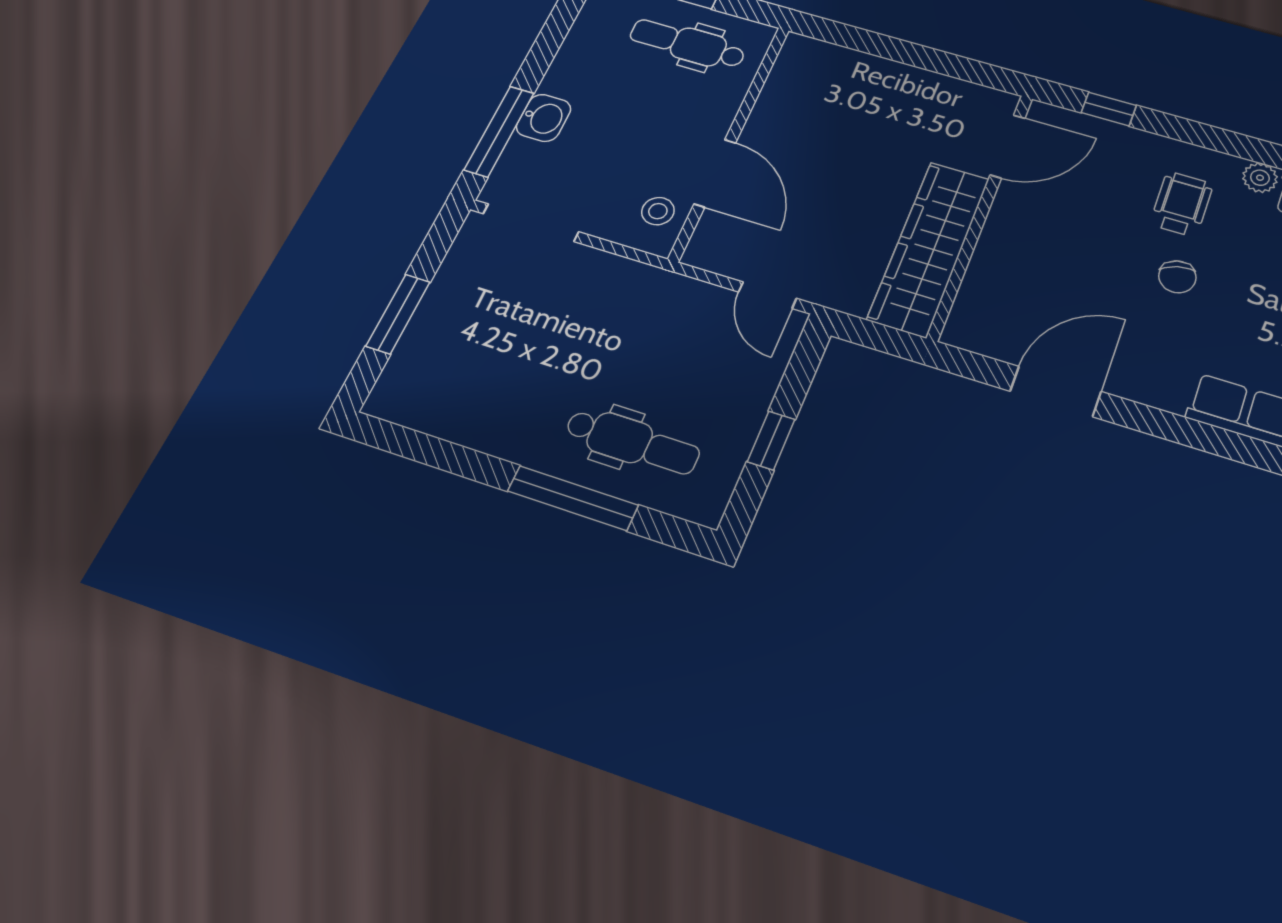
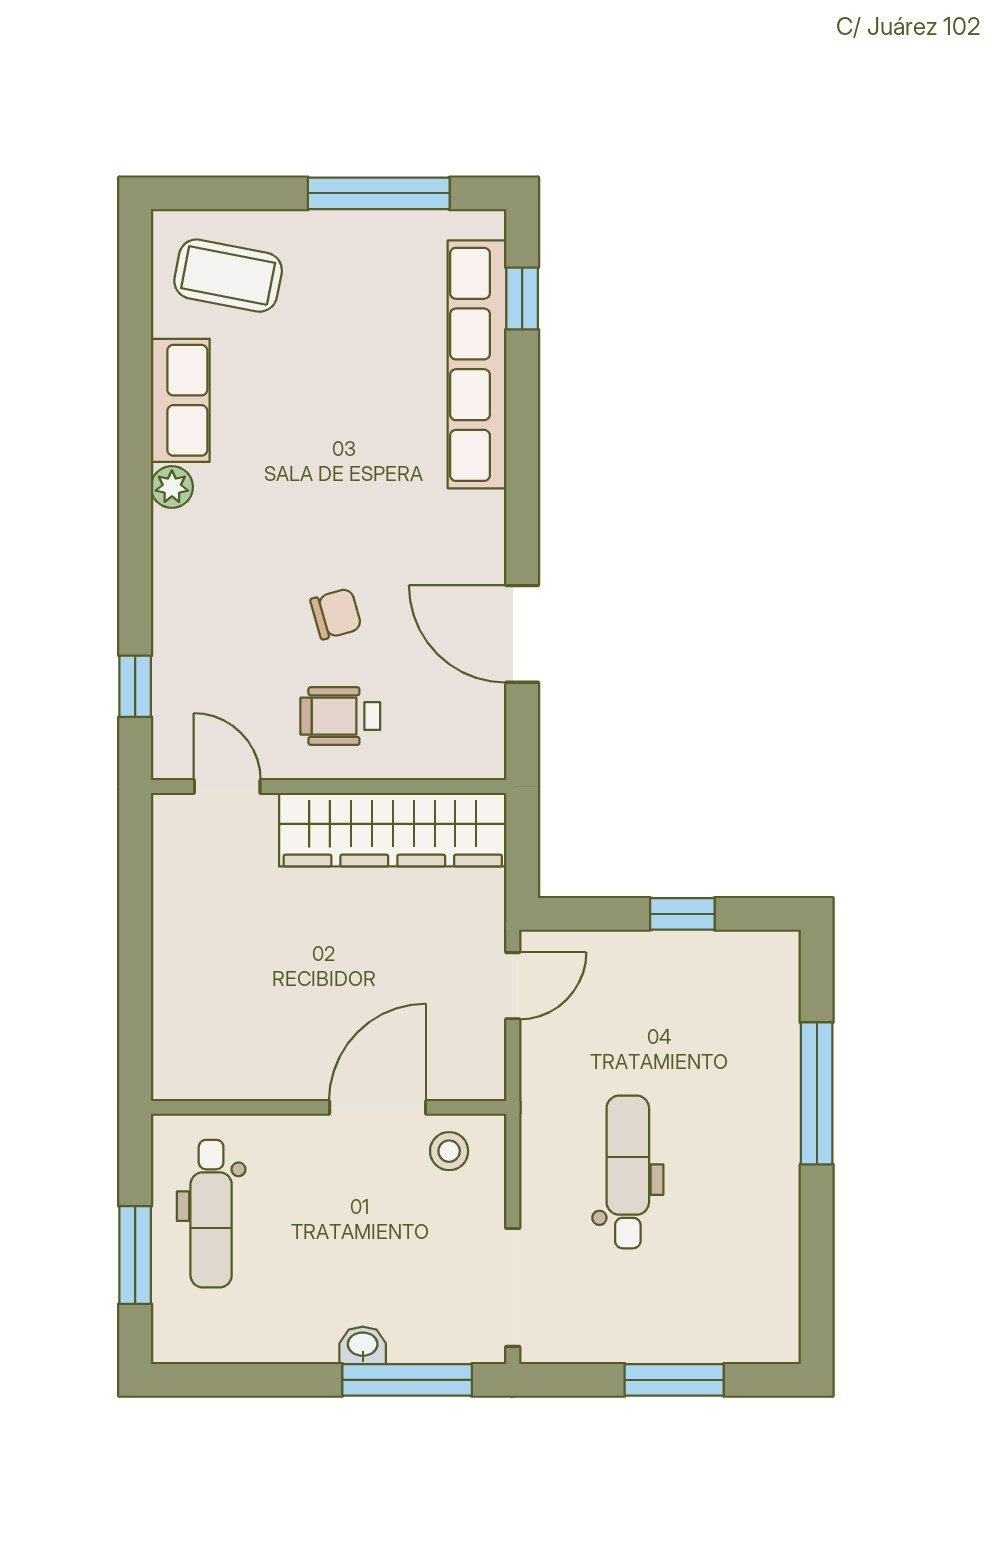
washbasin: (544, 118) -> (363, 1345), width x0.72, depth x0.69
door: (1008, 146) -> (227, 787), width x0.73
wheelchair: (1182, 204) -> (340, 716), moved
chair: (1177, 277) -> (336, 614), moved
dental chair: (632, 442) -> (628, 1172), moved

